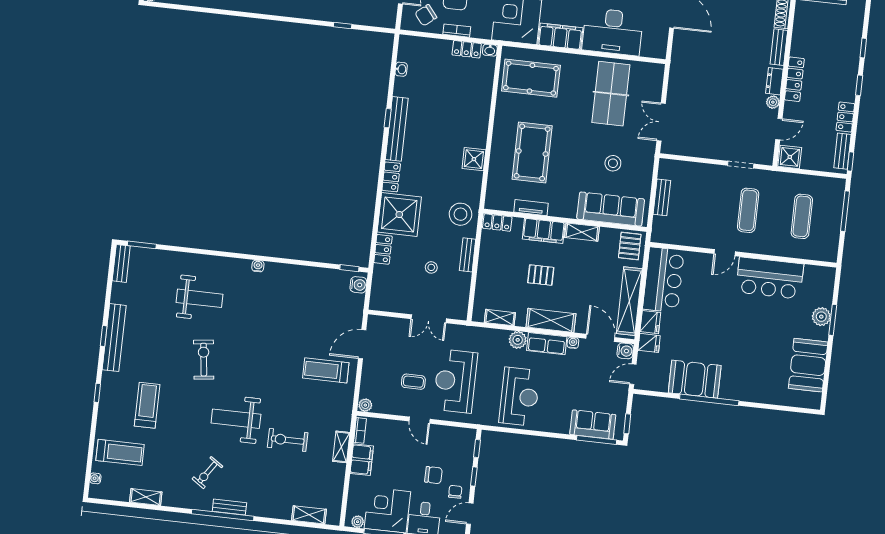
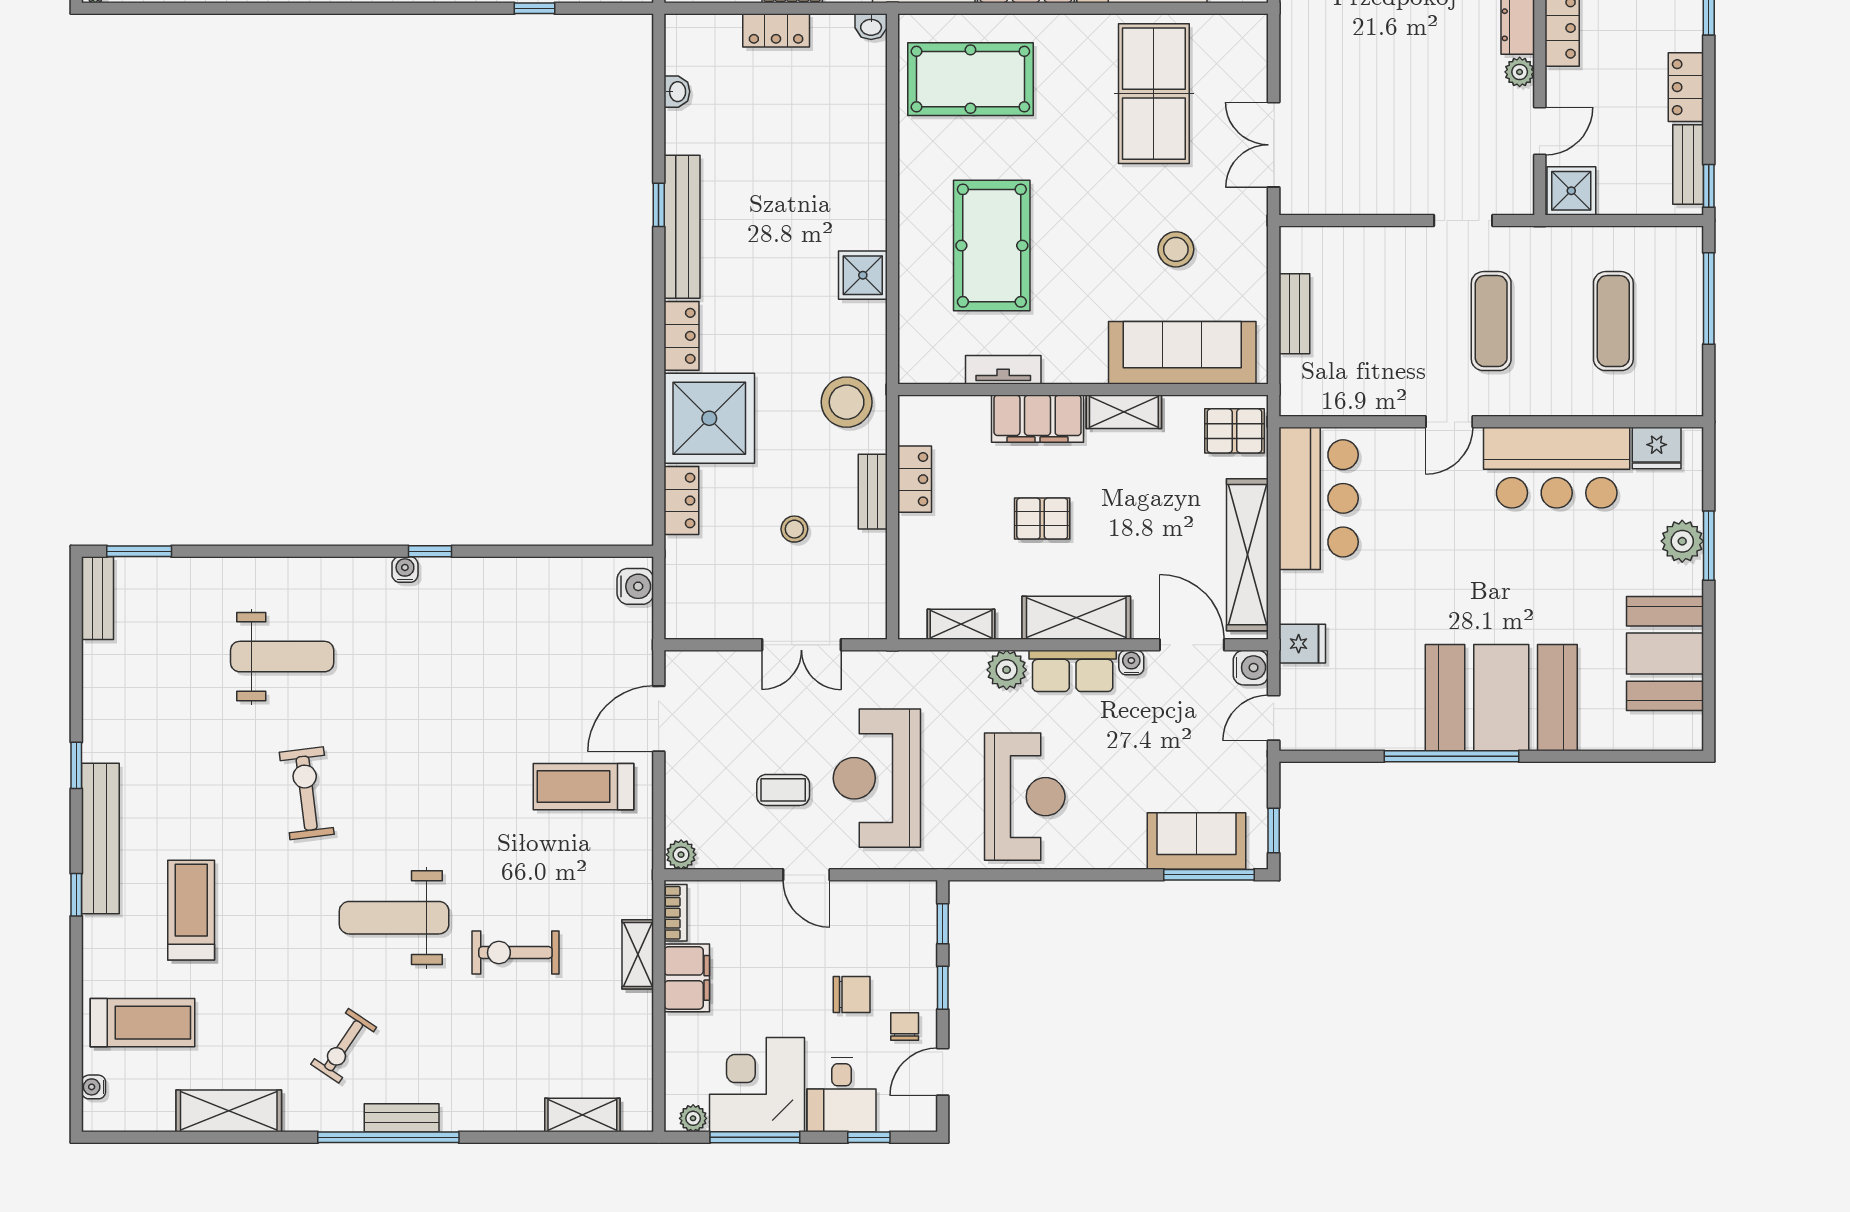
locker: (467, 49) -> (776, 30), moved
locker: (497, 223) -> (915, 479), moved, turned -90
pallet: (630, 246) -> (1234, 431), turned 90
window: (349, 268) -> (430, 551), moved
fridge: (650, 322) -> (1657, 448), moved, turned 90
bench: (114, 338) -> (100, 839), moved
booth: (695, 379) -> (1501, 698), moved, width x1.36, depth x1.42
shelving: (146, 497) -> (229, 1111), width x1.50, depth x1.33

